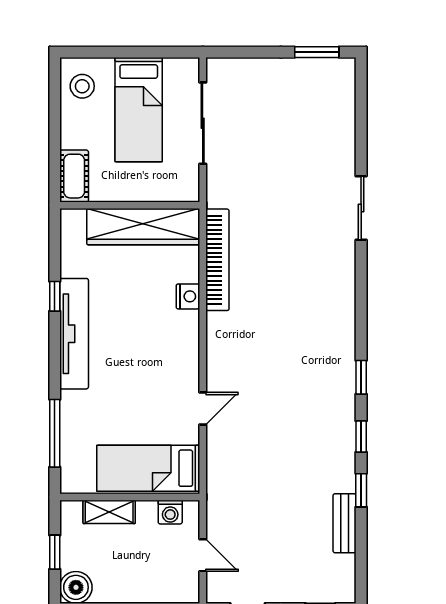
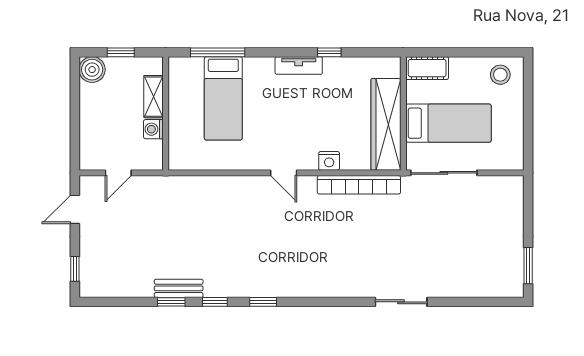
bed: (139, 110) -> (448, 123), moved, turned 180
sliding door: (203, 123) -> (444, 173), moved
tv unit: (74, 334) -> (299, 66), width x0.52, depth x0.78
door: (203, 408) -> (284, 173), moved
bed: (148, 468) -> (223, 98), moved, turned 180
washing machine: (170, 512) -> (153, 129), moved
bench: (345, 523) -> (179, 288), moved

